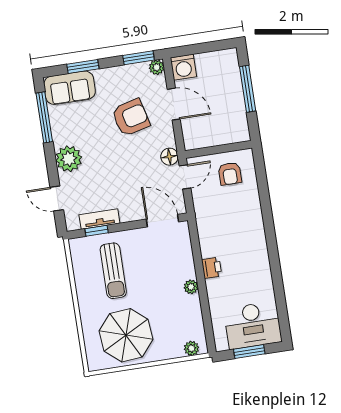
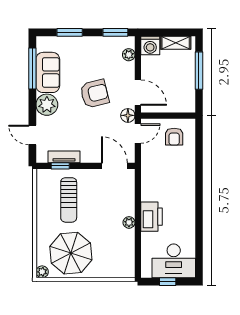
shelving: (214, 59) -> (176, 43), added
plant: (157, 67) -> (129, 55), moved
sofa: (70, 88) -> (48, 72), moved, turned -90
door: (174, 104) -> (138, 93), moved
armchair: (131, 117) -> (94, 94), moved
printer: (212, 268) -> (151, 217), width x1.87, depth x1.48
plant: (191, 348) -> (42, 272), moved
window: (249, 352) -> (168, 282), width x0.67

